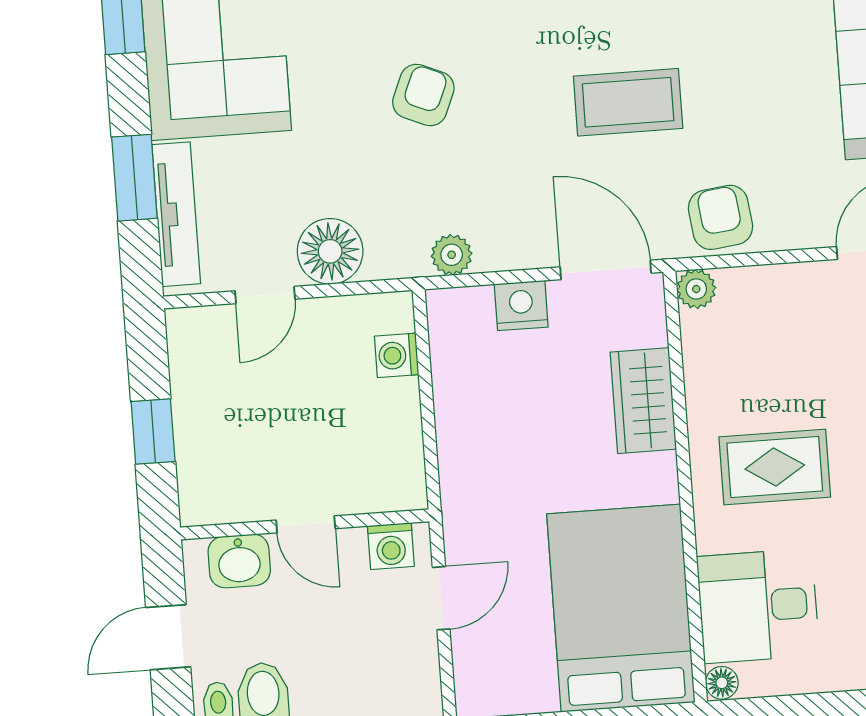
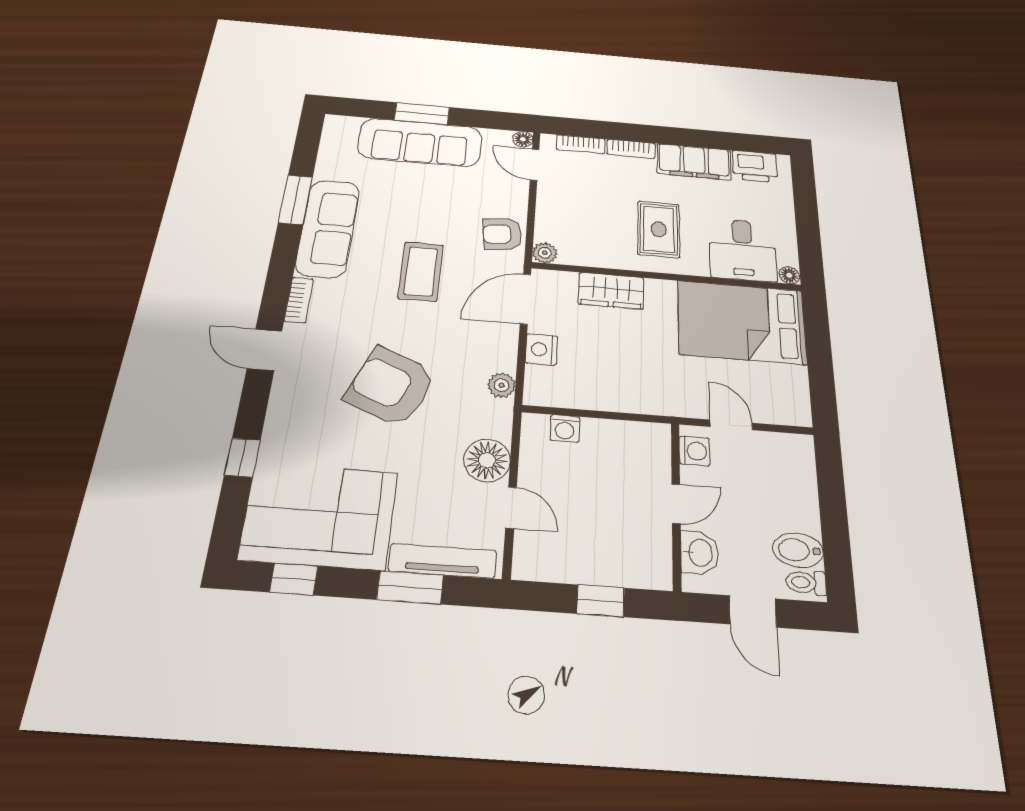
armchair: (423, 95) -> (391, 387), width x1.88, depth x1.88

